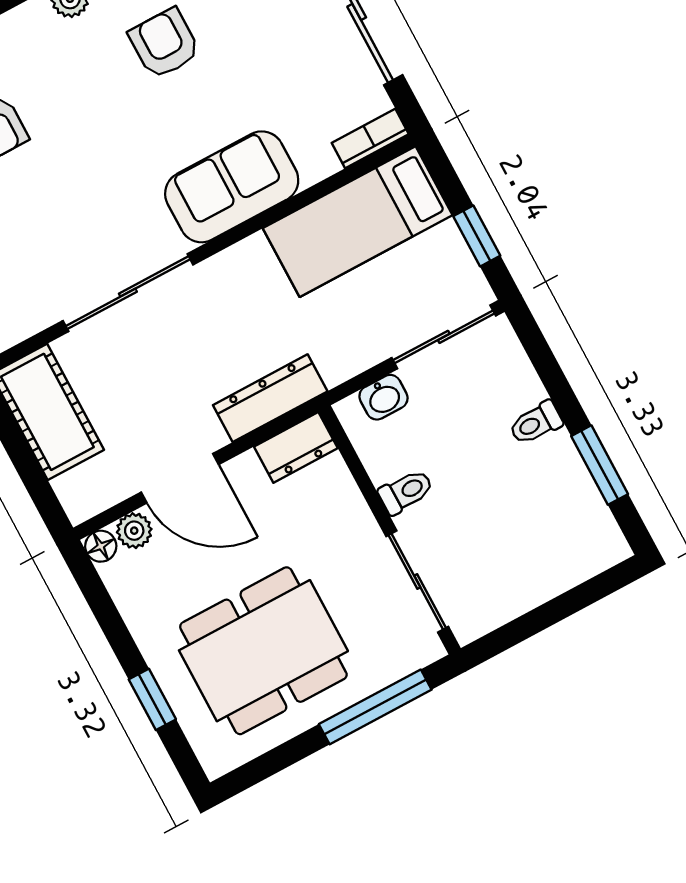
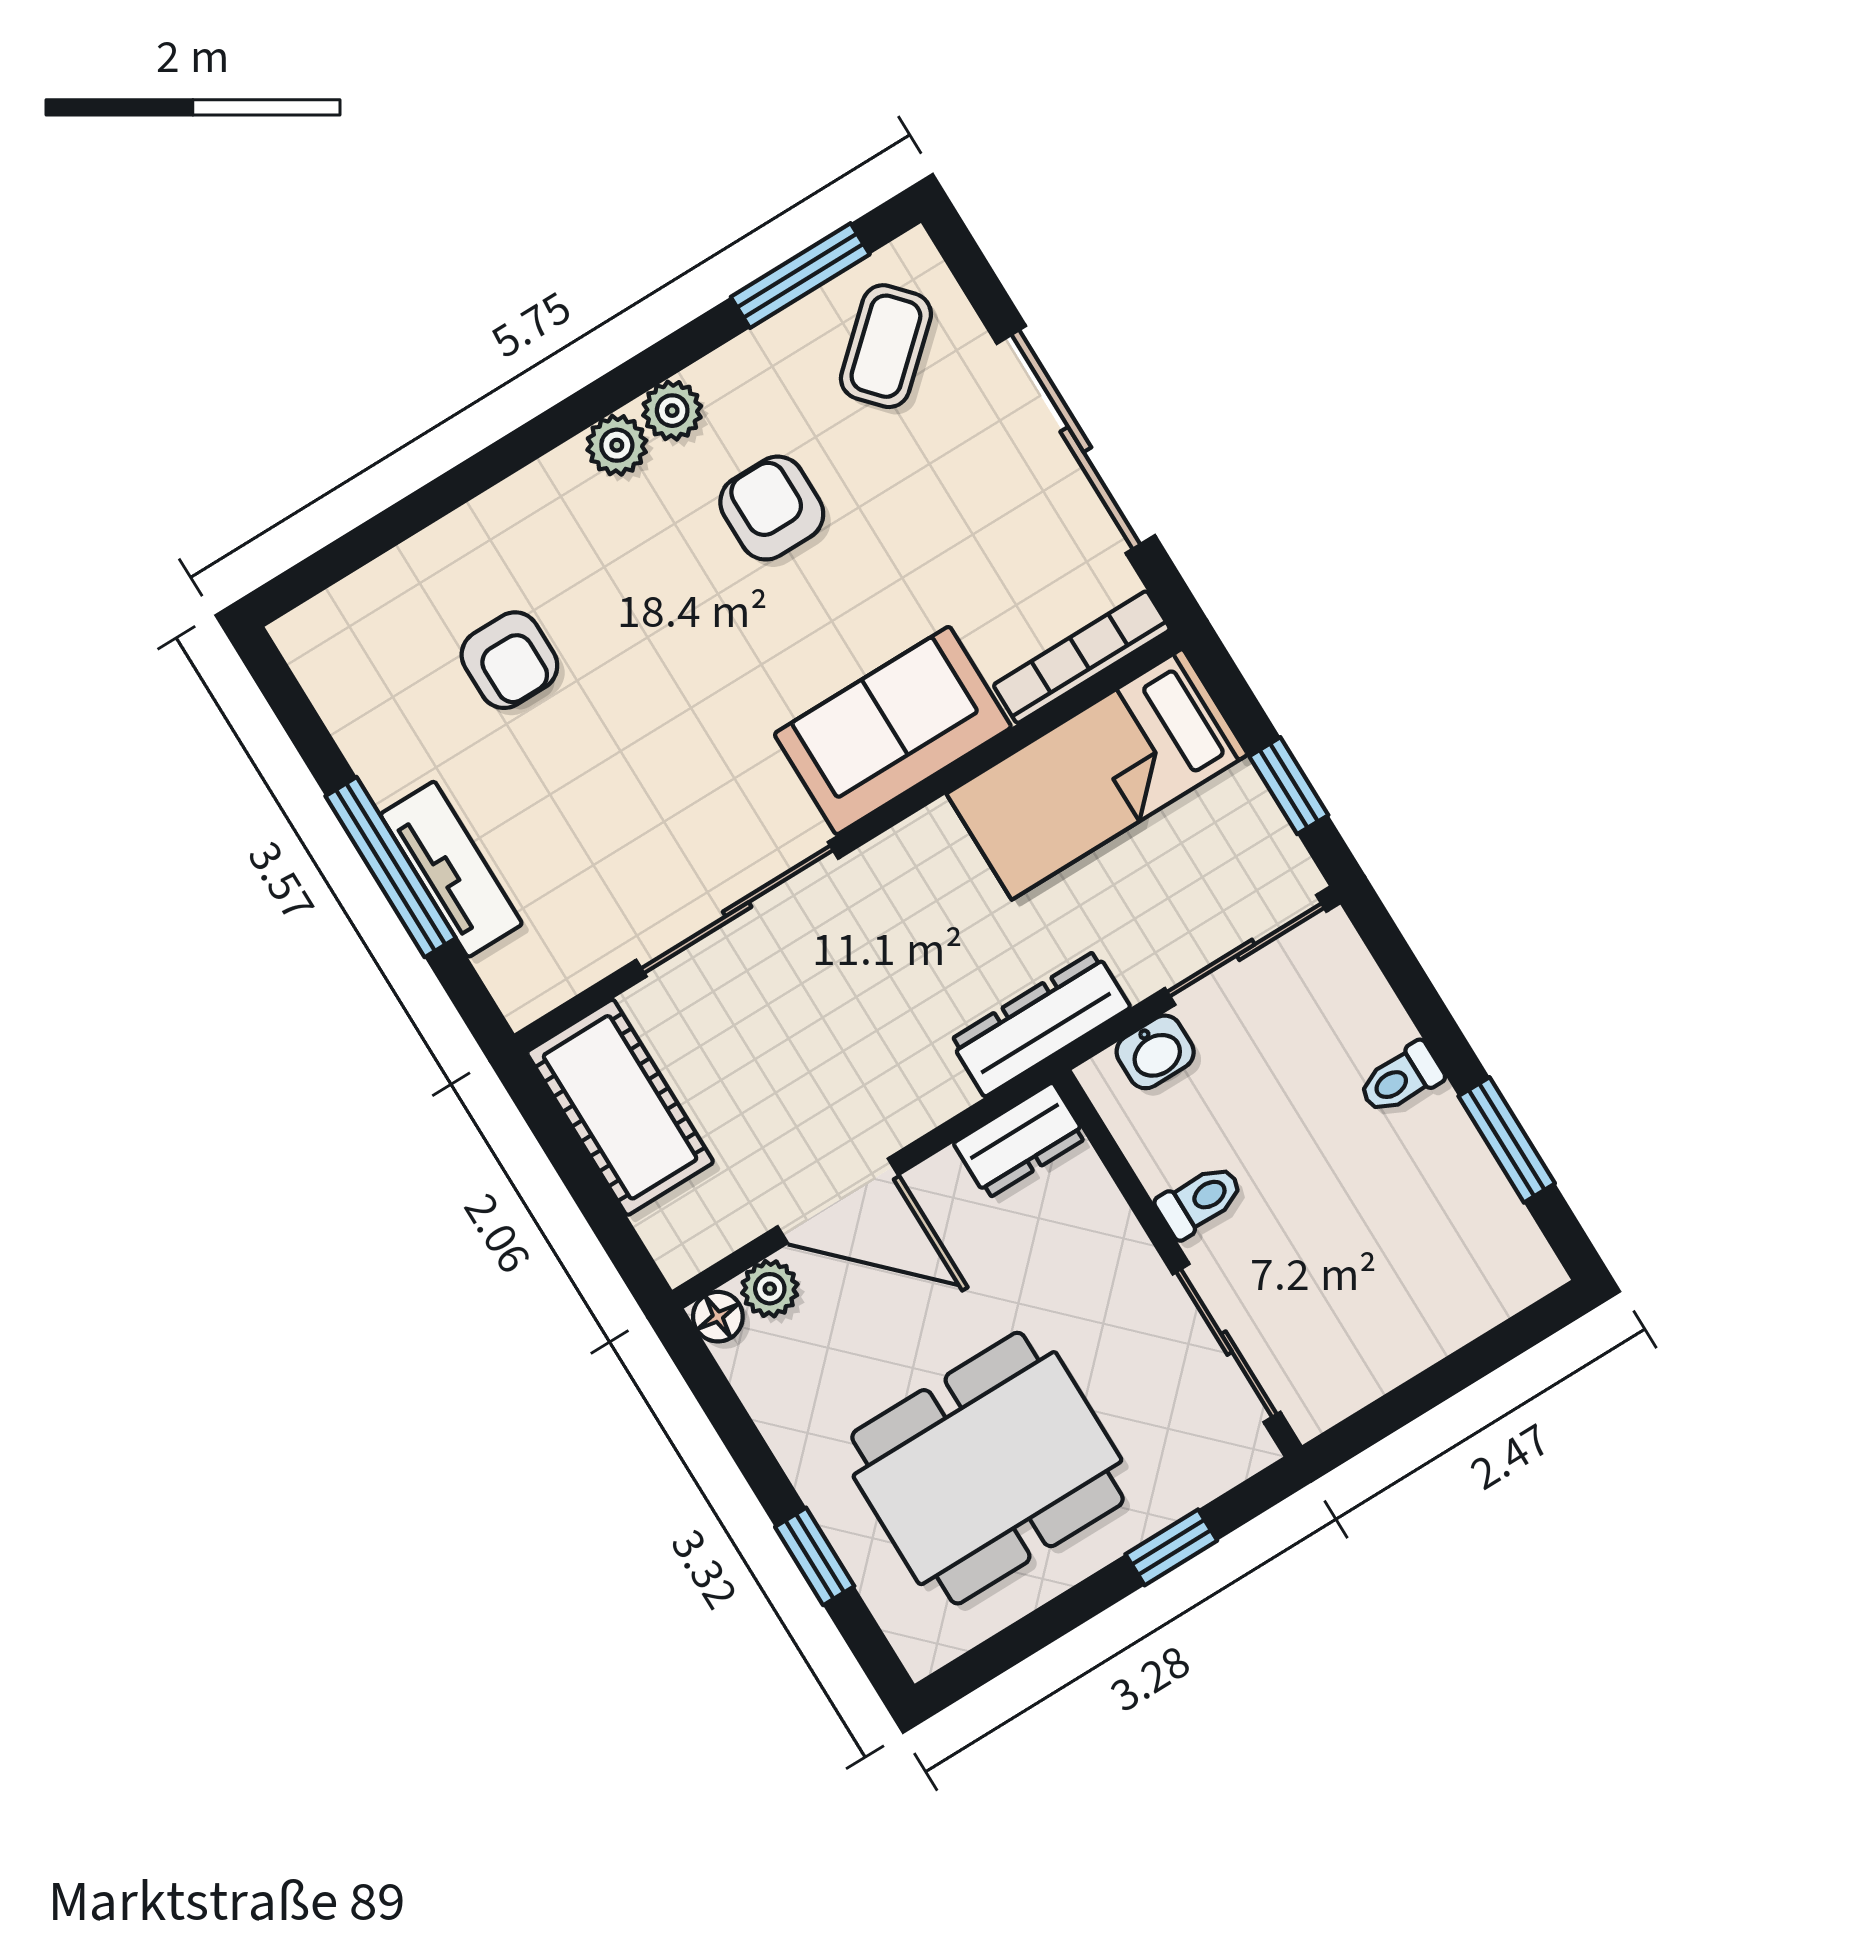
bookcase: (370, 138) -> (1082, 657), width x1.56
dresser: (270, 398) -> (1040, 1024), moved
window: (375, 707) -> (1171, 1547), width x0.46

